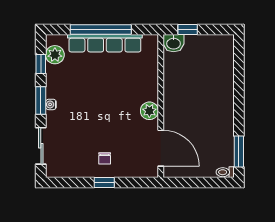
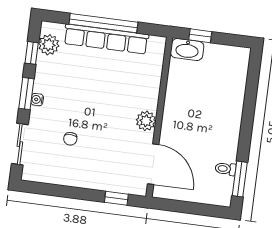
washbasin: (174, 43) -> (187, 50), width x1.38
chair: (105, 158) -> (70, 139), moved
toilet: (225, 172) -> (225, 169), moved
window: (104, 182) -> (116, 198), moved

